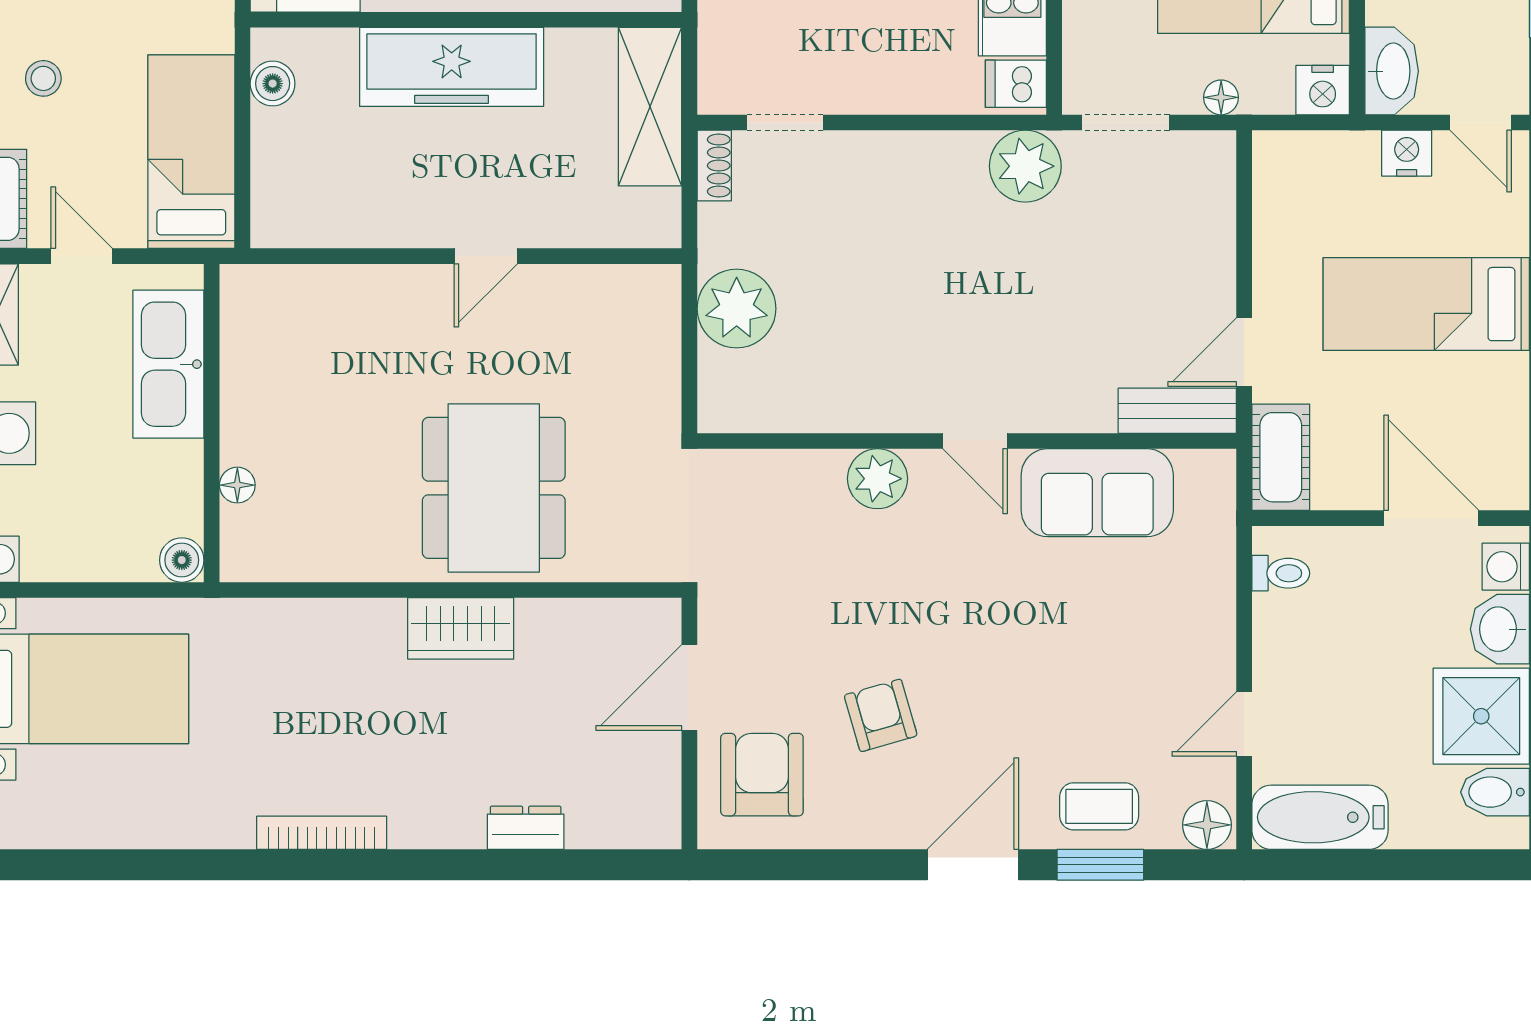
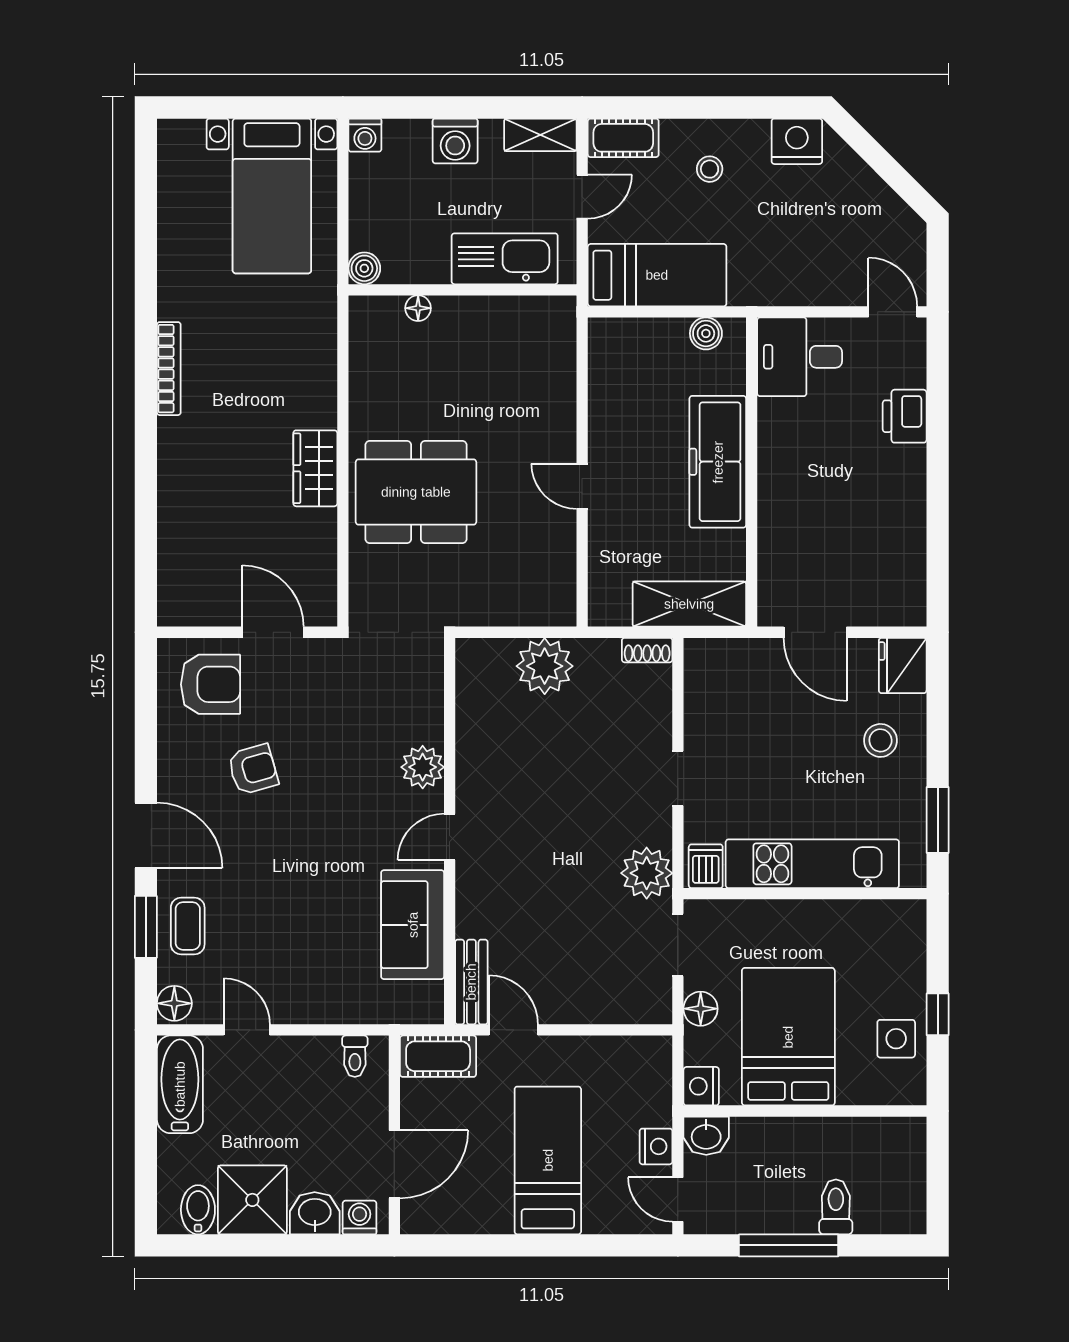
washbasin: (1392, 71) -> (706, 1136), width x0.72
floor lamp: (1221, 97) -> (701, 1009), width x1.37, depth x1.37
doorway: (785, 123) -> (678, 778), moved
door: (1481, 123) -> (678, 1199), hinge flipped
dresser: (526, 828) -> (172, 515), removed

